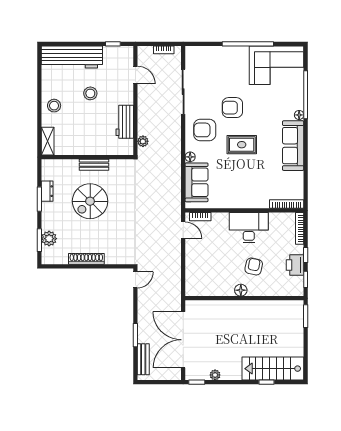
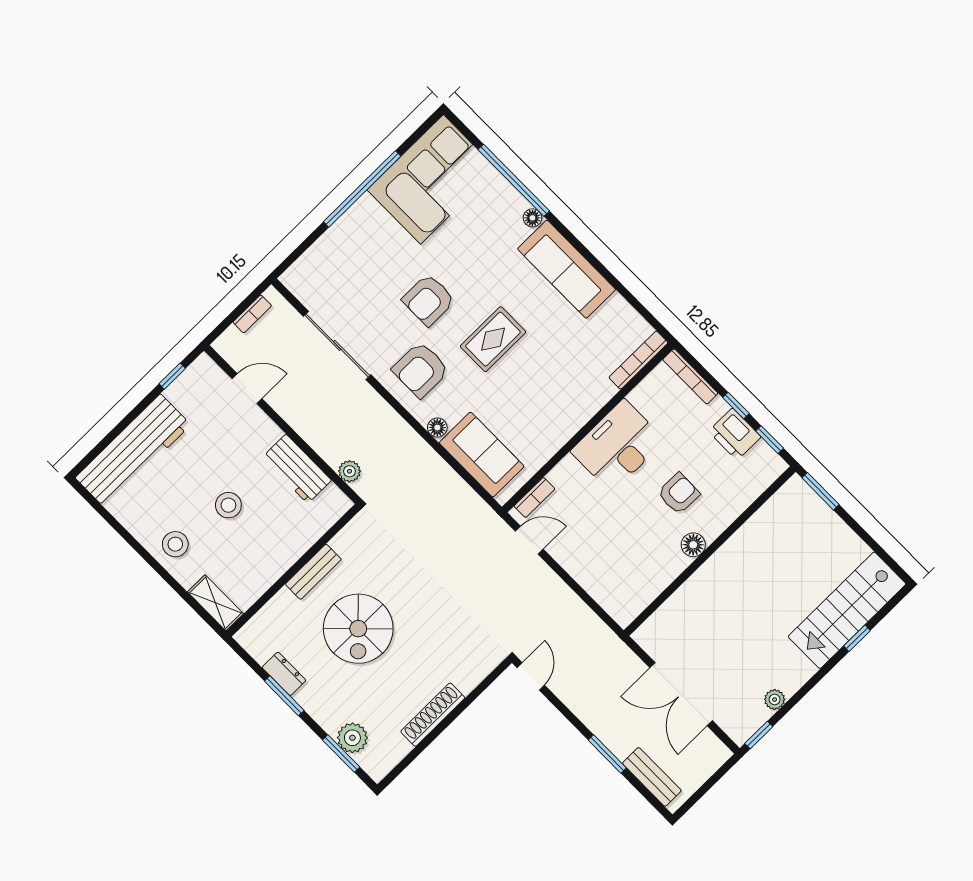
stool: (90, 93) -> (228, 505), moved
armchair: (254, 266) -> (679, 494), turned 79
double door: (183, 340) -> (681, 694), width x0.73

